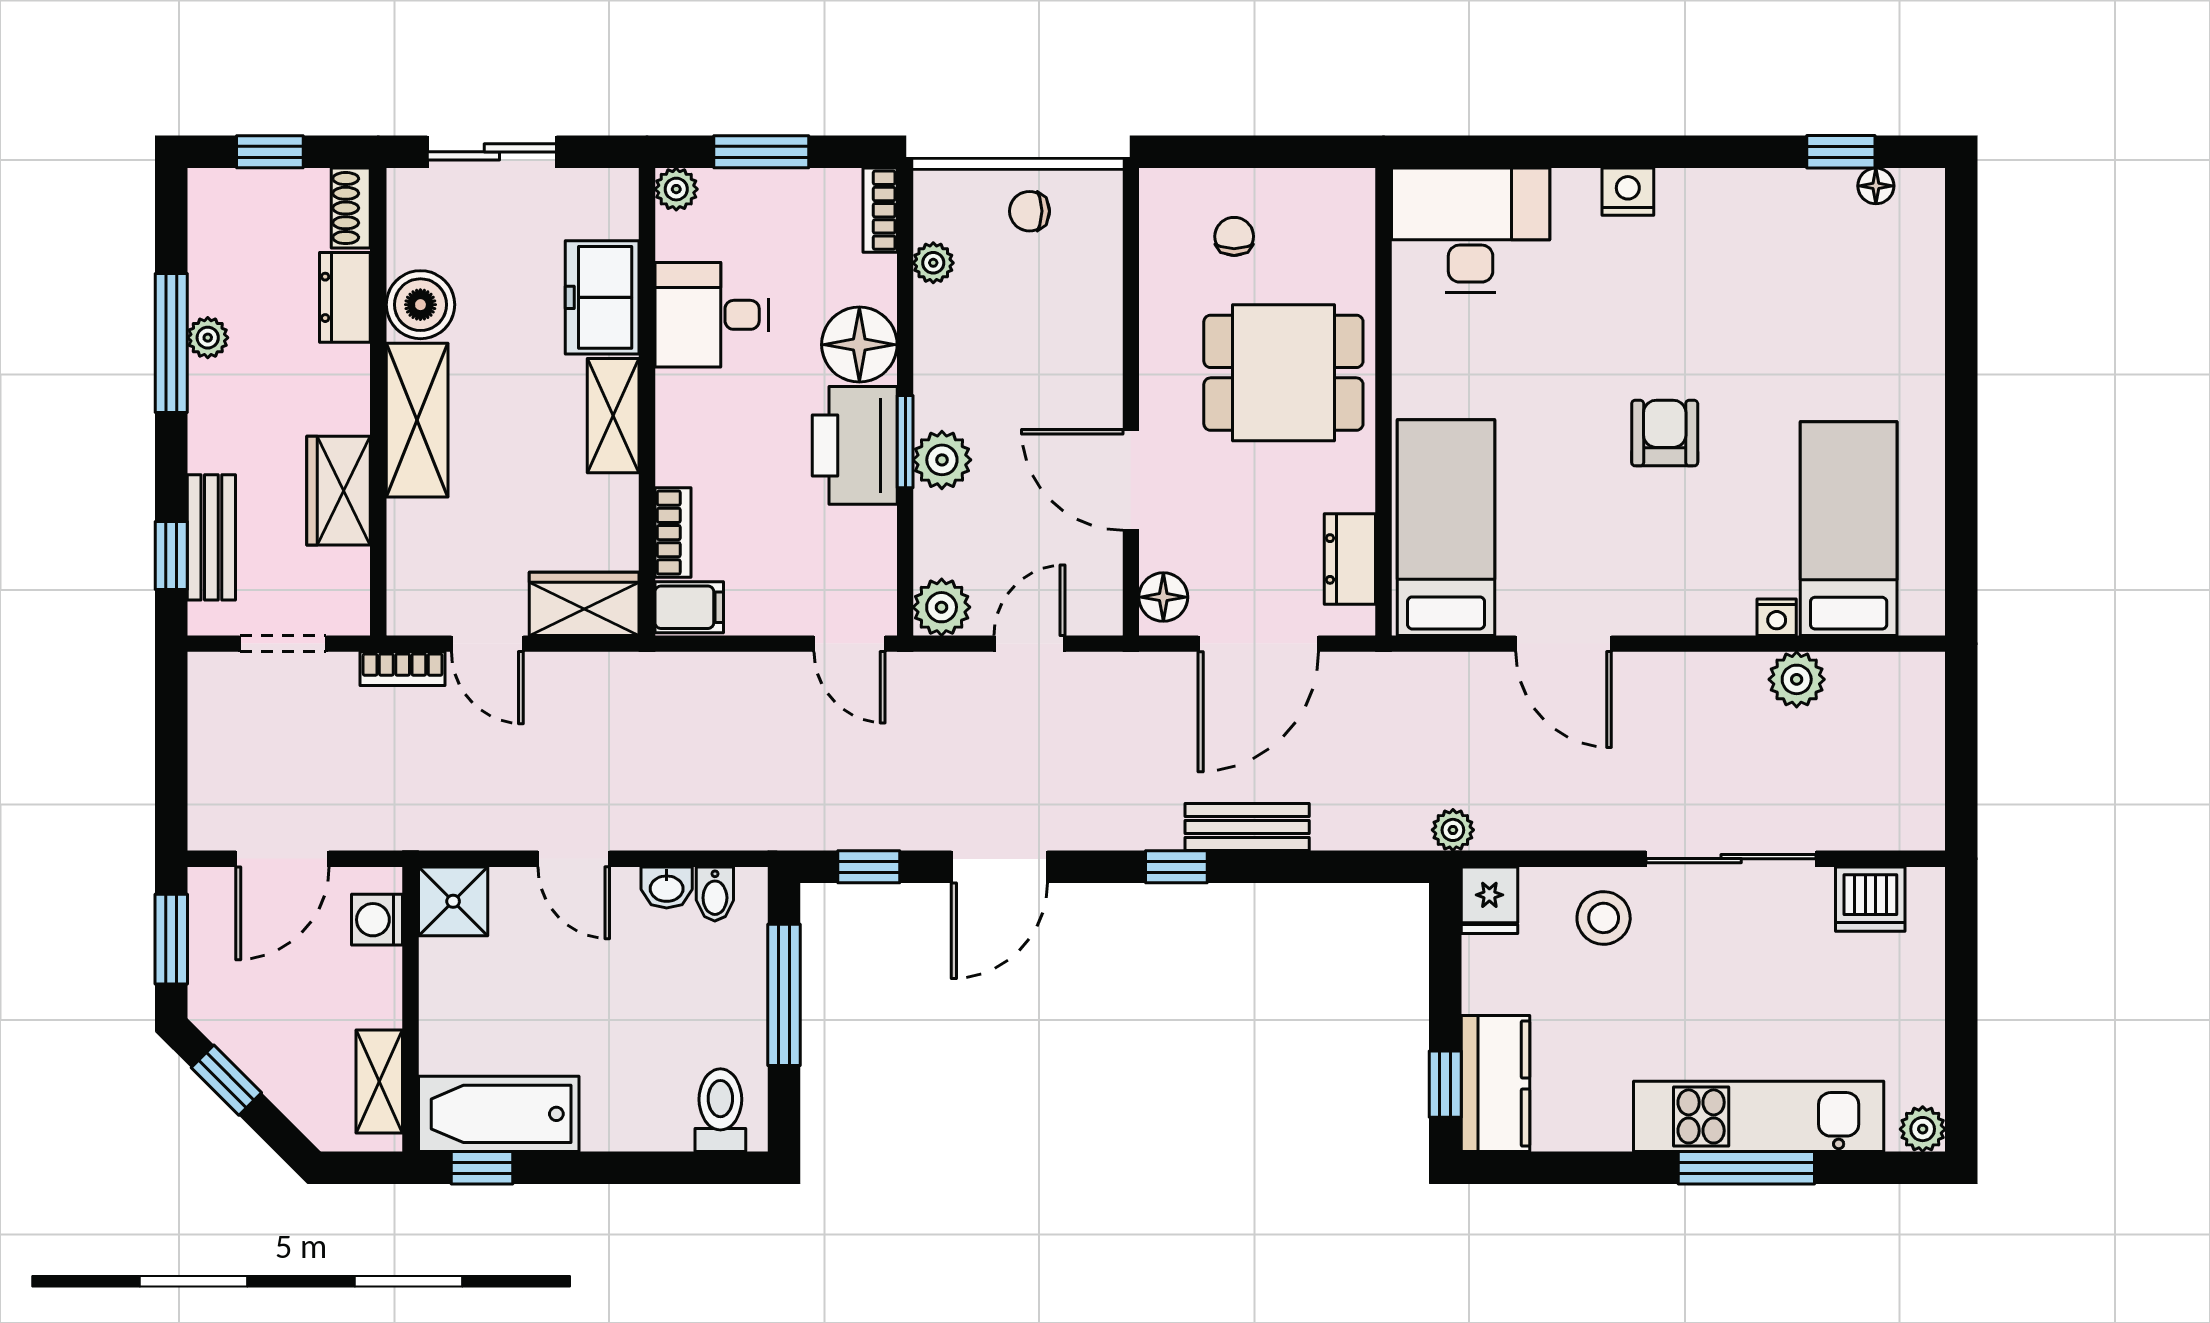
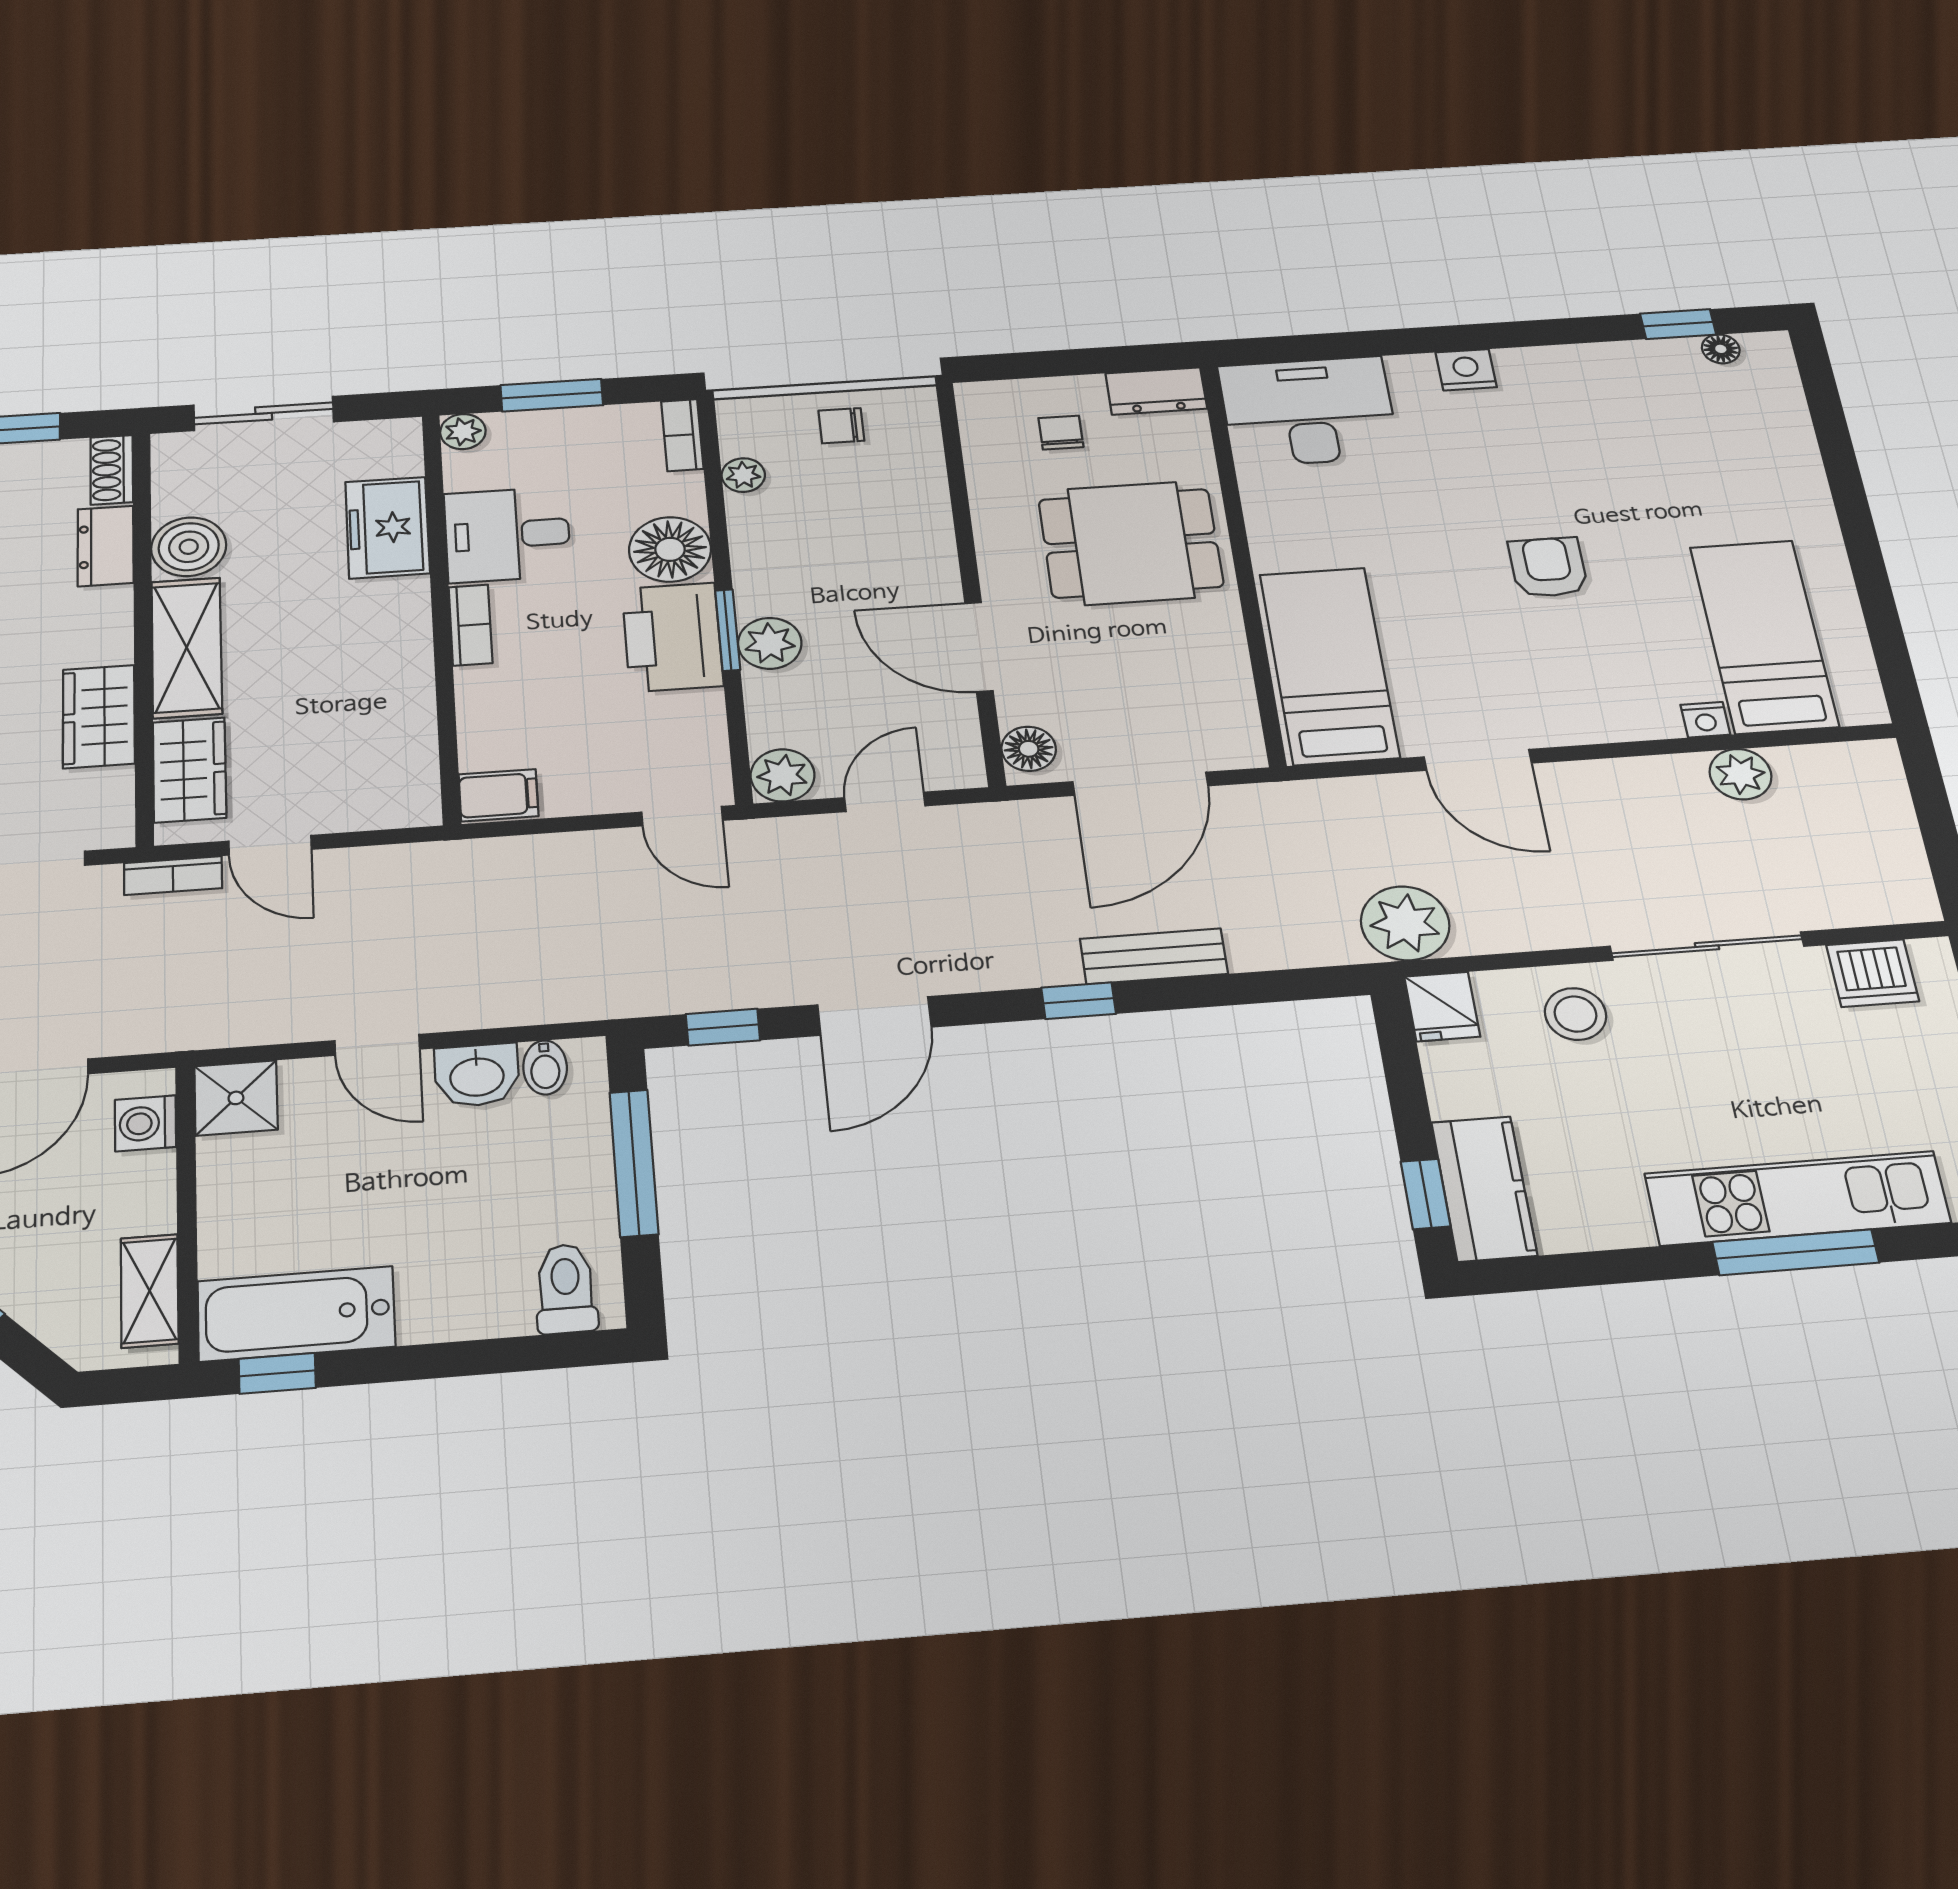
shelving: (613, 416) -> (404, 629), removed
bookcase: (673, 533) -> (470, 625), moved
dresser: (1350, 559) -> (1156, 391), moved, turned -90
wardrobe: (584, 604) -> (189, 770), moved, turned 90
plant: (1453, 830) -> (1405, 923), width x1.87, depth x1.87
washbasin: (667, 887) -> (477, 1075), width x1.38, depth x1.45

